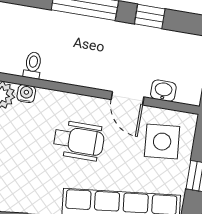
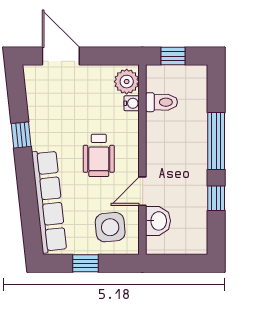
toilet: (33, 65) -> (161, 102), width x1.37, depth x1.39
washbasin: (163, 91) -> (158, 221), width x1.38, depth x1.45

